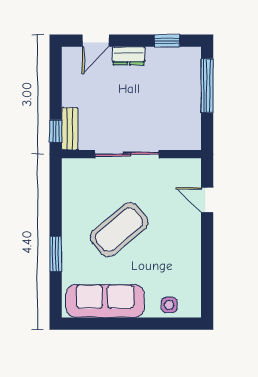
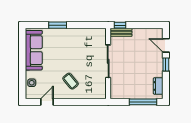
window: (167, 41) -> (166, 65), moved
dresser: (129, 56) -> (158, 86), moved
door: (207, 200) -> (47, 102), moved
coffee table: (119, 230) -> (70, 81), moved, width x0.54, depth x0.58

